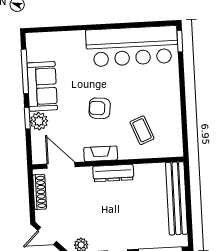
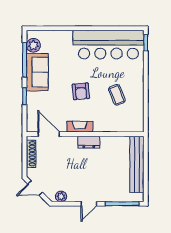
armchair: (100, 108) -> (81, 91), turned -101
plant: (39, 121) -> (33, 45), moved
coffee table: (142, 130) -> (117, 95), moved
dresser: (113, 173) -> (89, 142), width x0.70

